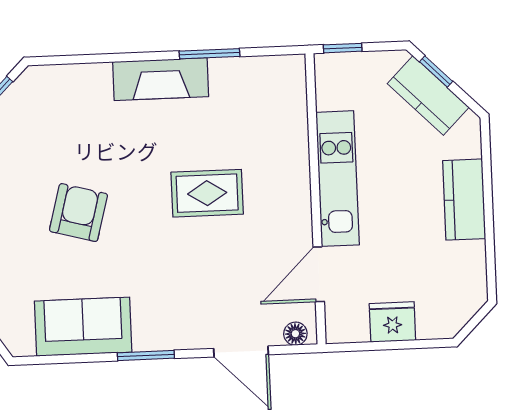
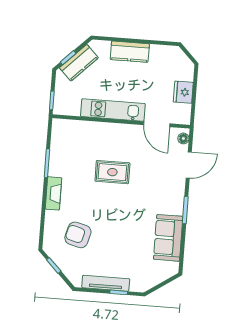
fireplace: (161, 79) -> (53, 193), width x0.73, depth x0.76
rug: (207, 193) -> (112, 172), turned 90
armchair: (78, 213) -> (78, 235), moved

